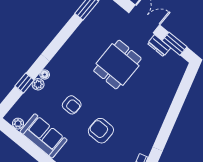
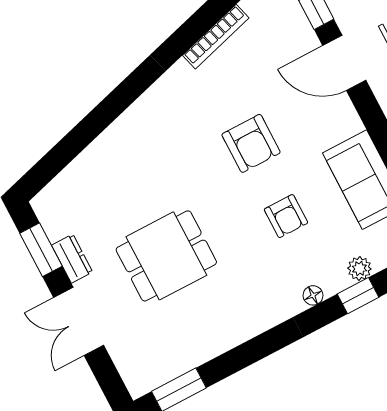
plant: (38, 84) -> (359, 269), moved
armchair: (72, 105) -> (286, 216), turned 180

